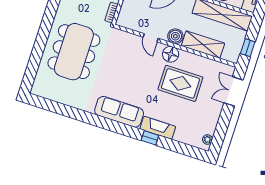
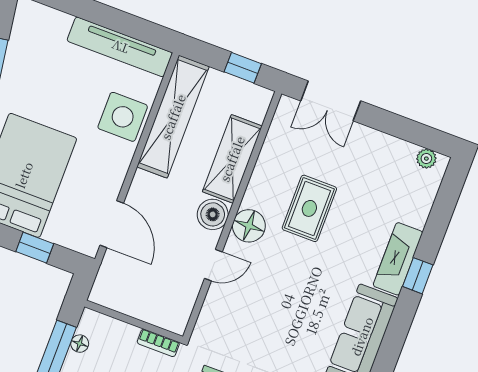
rug: (180, 83) -> (309, 208), width x0.73, depth x0.70

